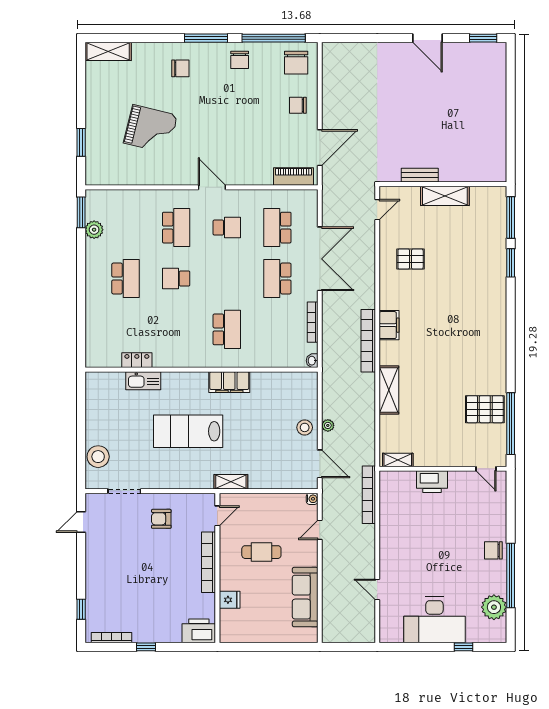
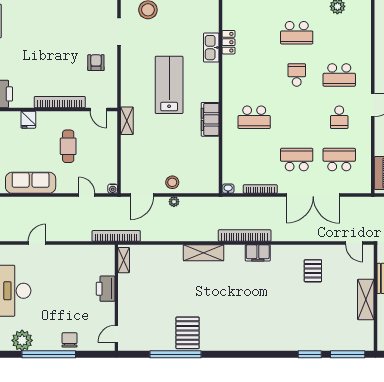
shelving: (398, 460) -> (124, 260), moved
wall: (443, 469) -> (116, 298), moved
door: (486, 469) -> (116, 334), moved
printer: (432, 482) -> (106, 289), moved

